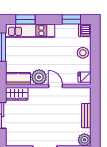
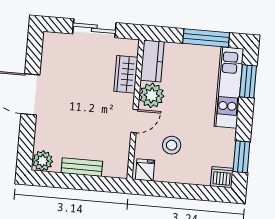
stool: (83, 53) -> (172, 145), moved
wardrobe: (17, 94) -> (126, 74), moved

